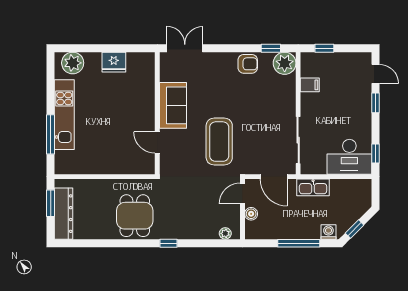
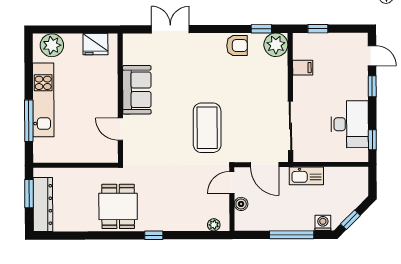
sofa: (173, 105) -> (137, 90), moved
wall: (157, 113) -> (120, 98), moved
door: (157, 143) -> (120, 129), moved
desk: (349, 157) -> (350, 124), moved, turned -90

